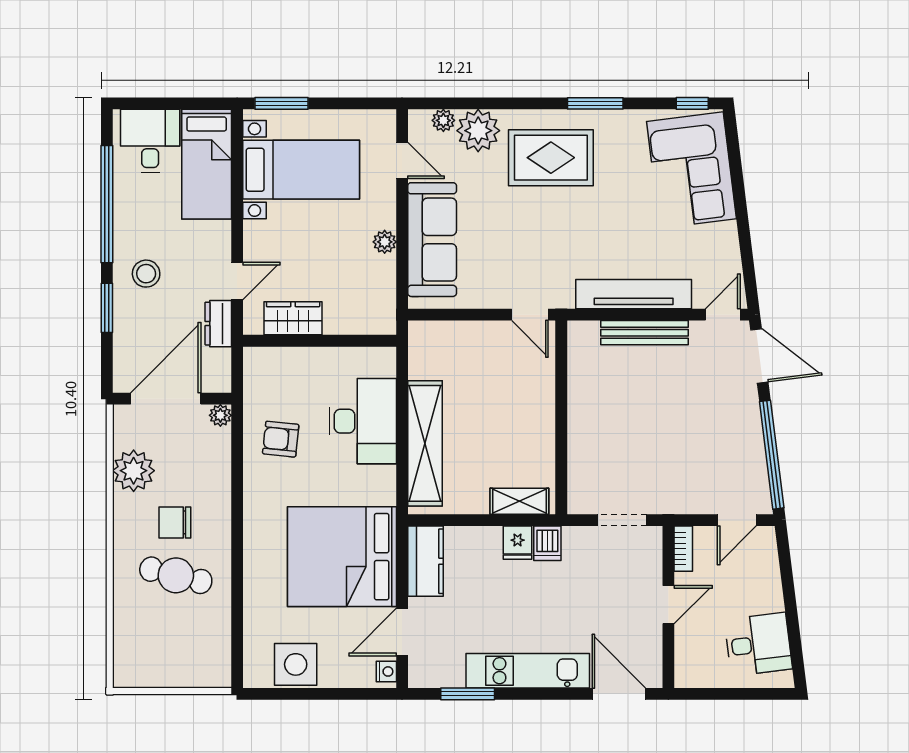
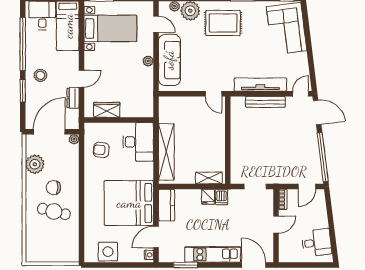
wardrobe: (293, 318) -> (107, 110), moved
wall: (320, 341) -> (119, 120), moved

